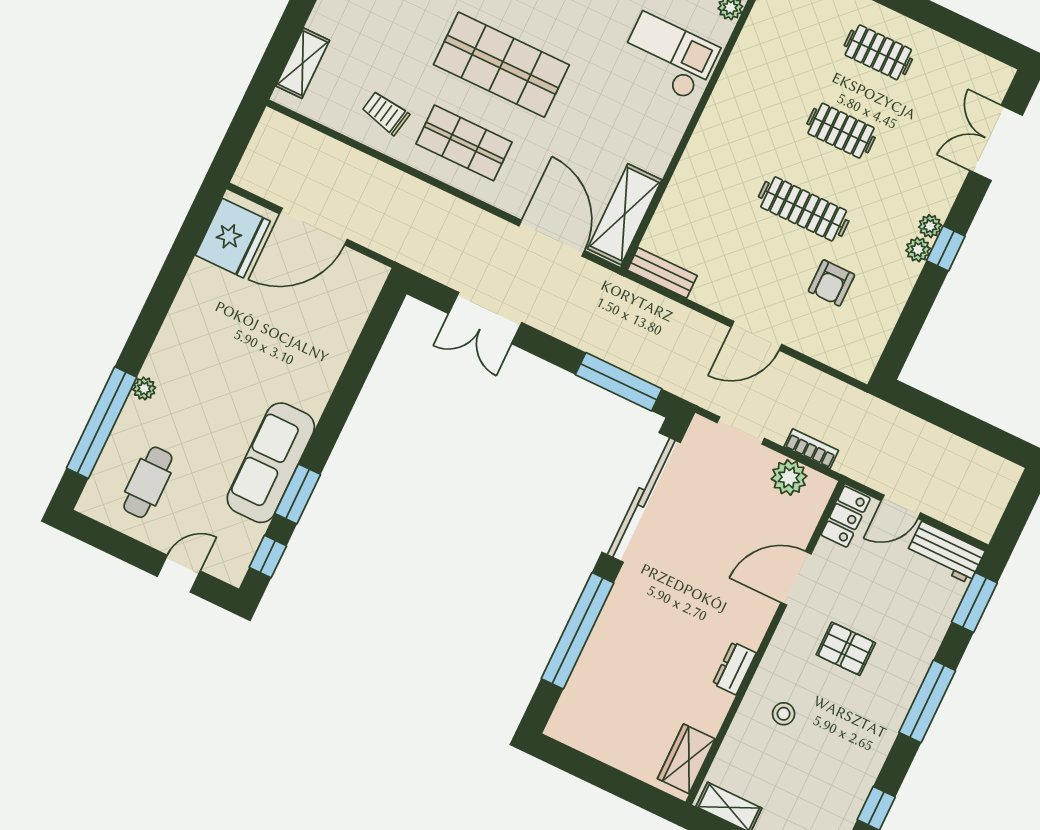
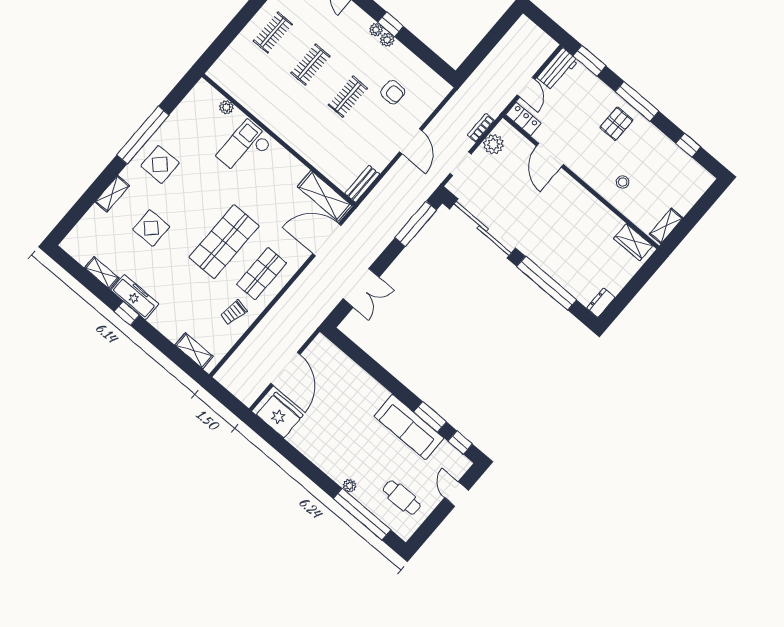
clothes rail: (804, 209) -> (348, 97), width x0.73
pallet: (846, 649) -> (616, 124), moved
dresser: (734, 668) -> (601, 303), moved, turned 90

